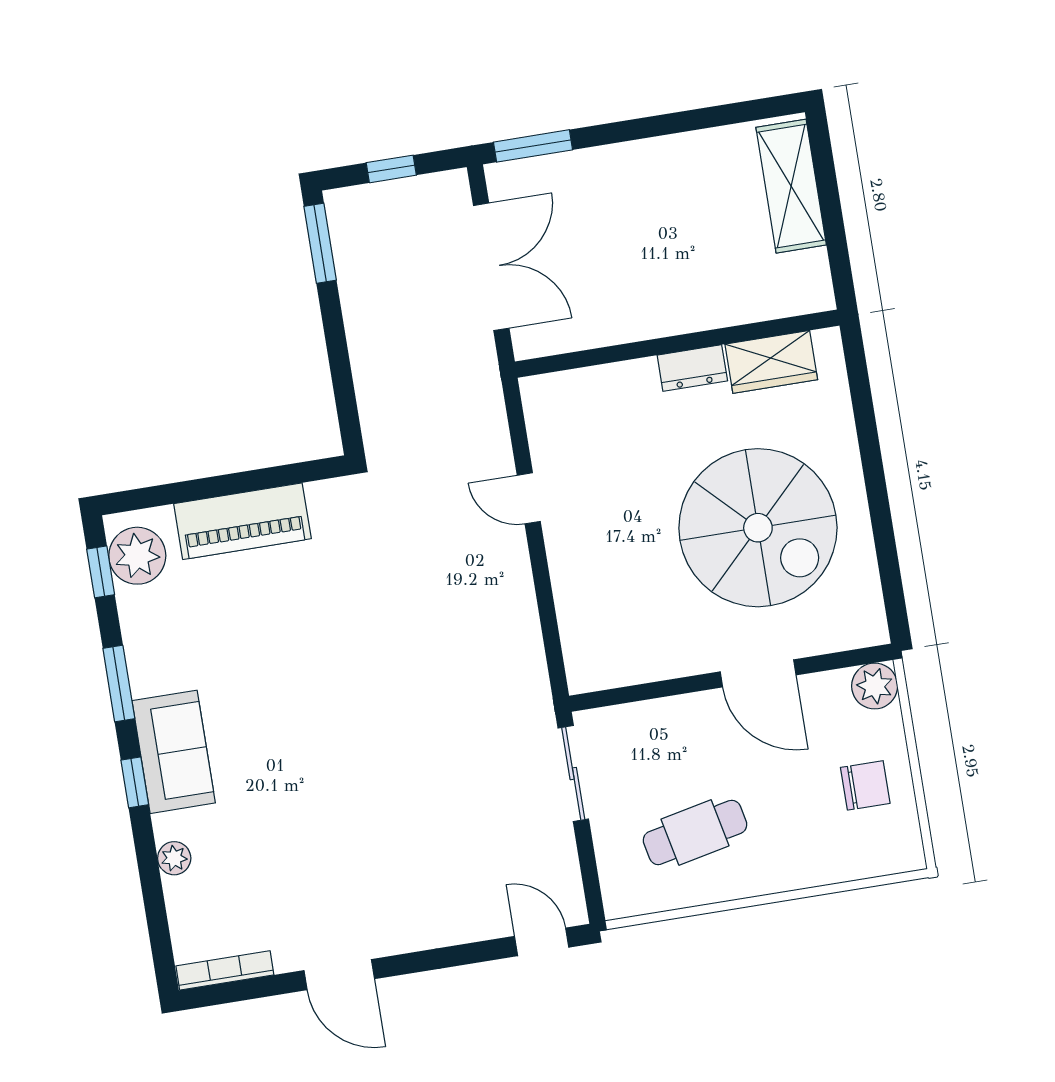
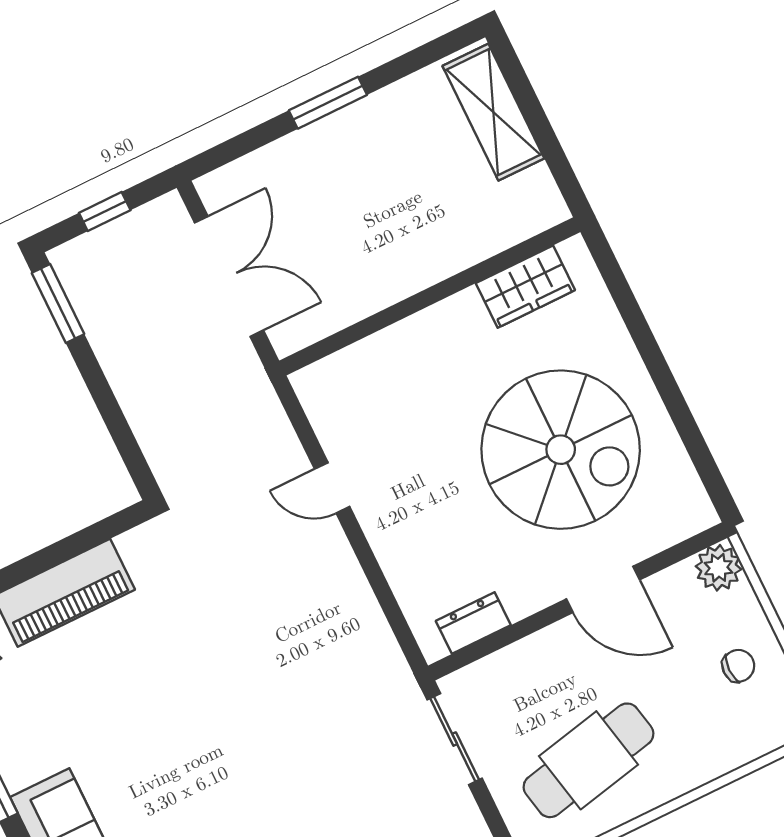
window: (533, 146) -> (328, 103), moved
dresser: (692, 368) -> (473, 623), moved, turned 180
chair: (865, 785) -> (738, 666), width x0.73, depth x0.73
cafe table: (695, 832) -> (588, 760), width x1.37, depth x1.35

